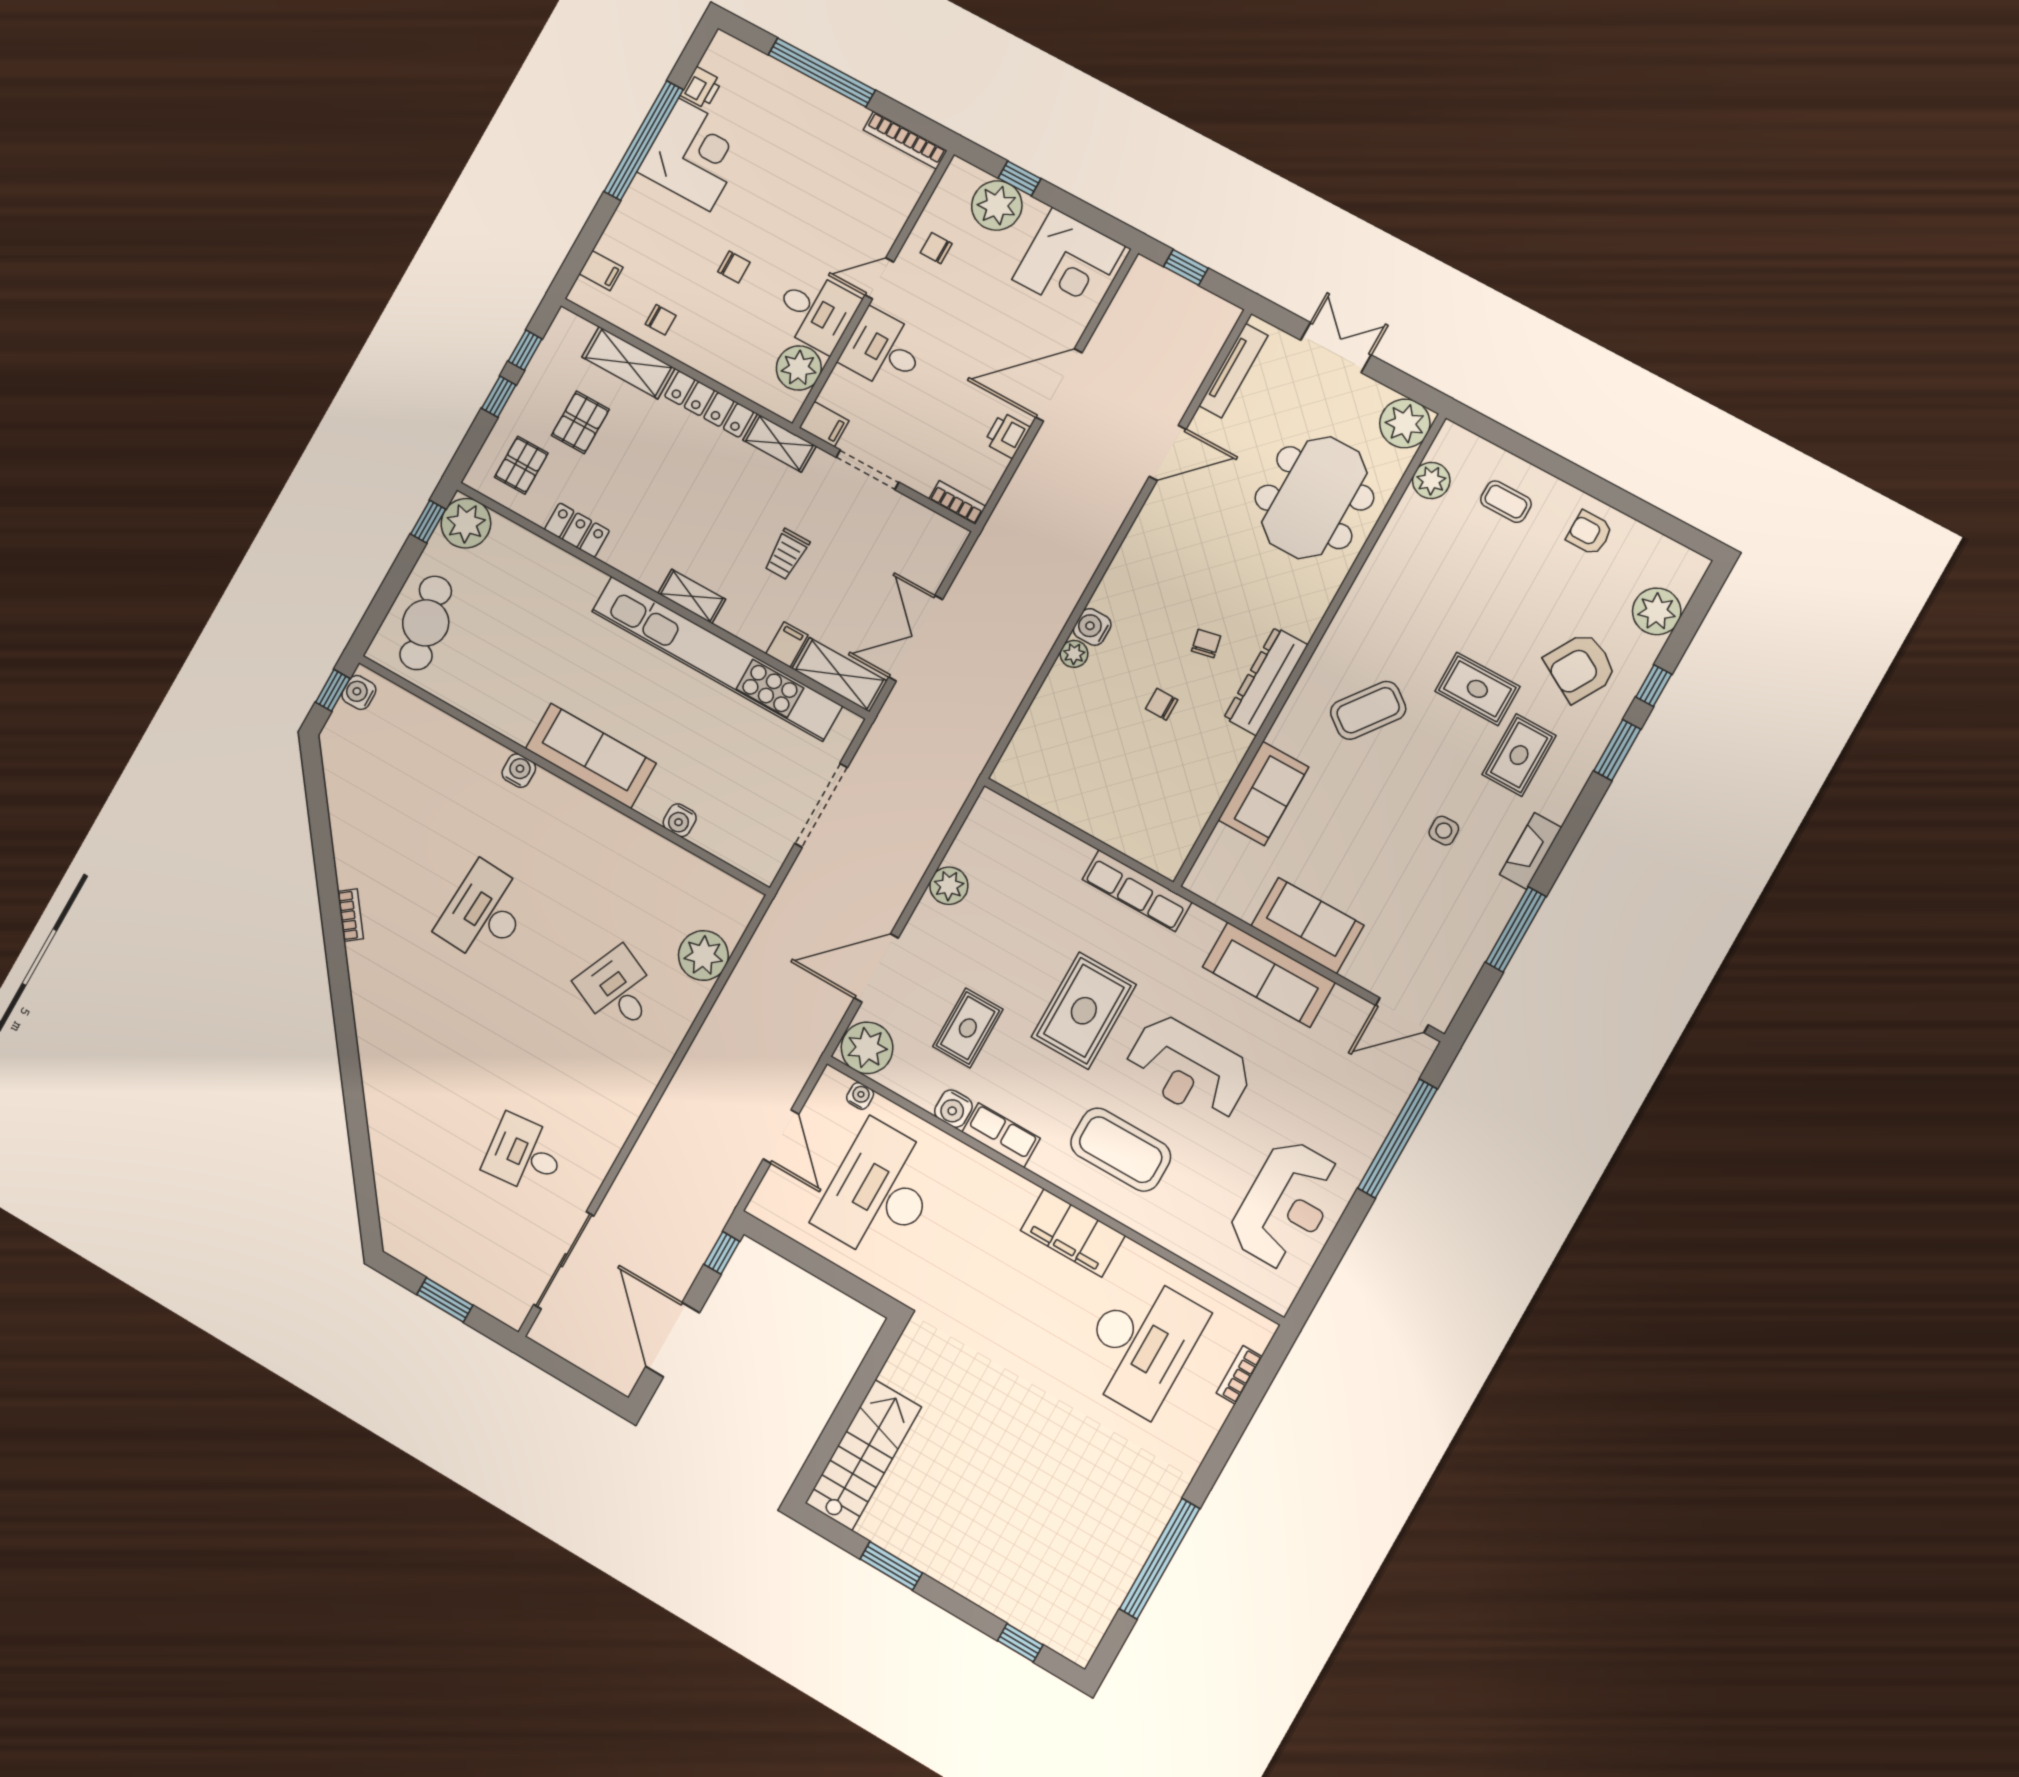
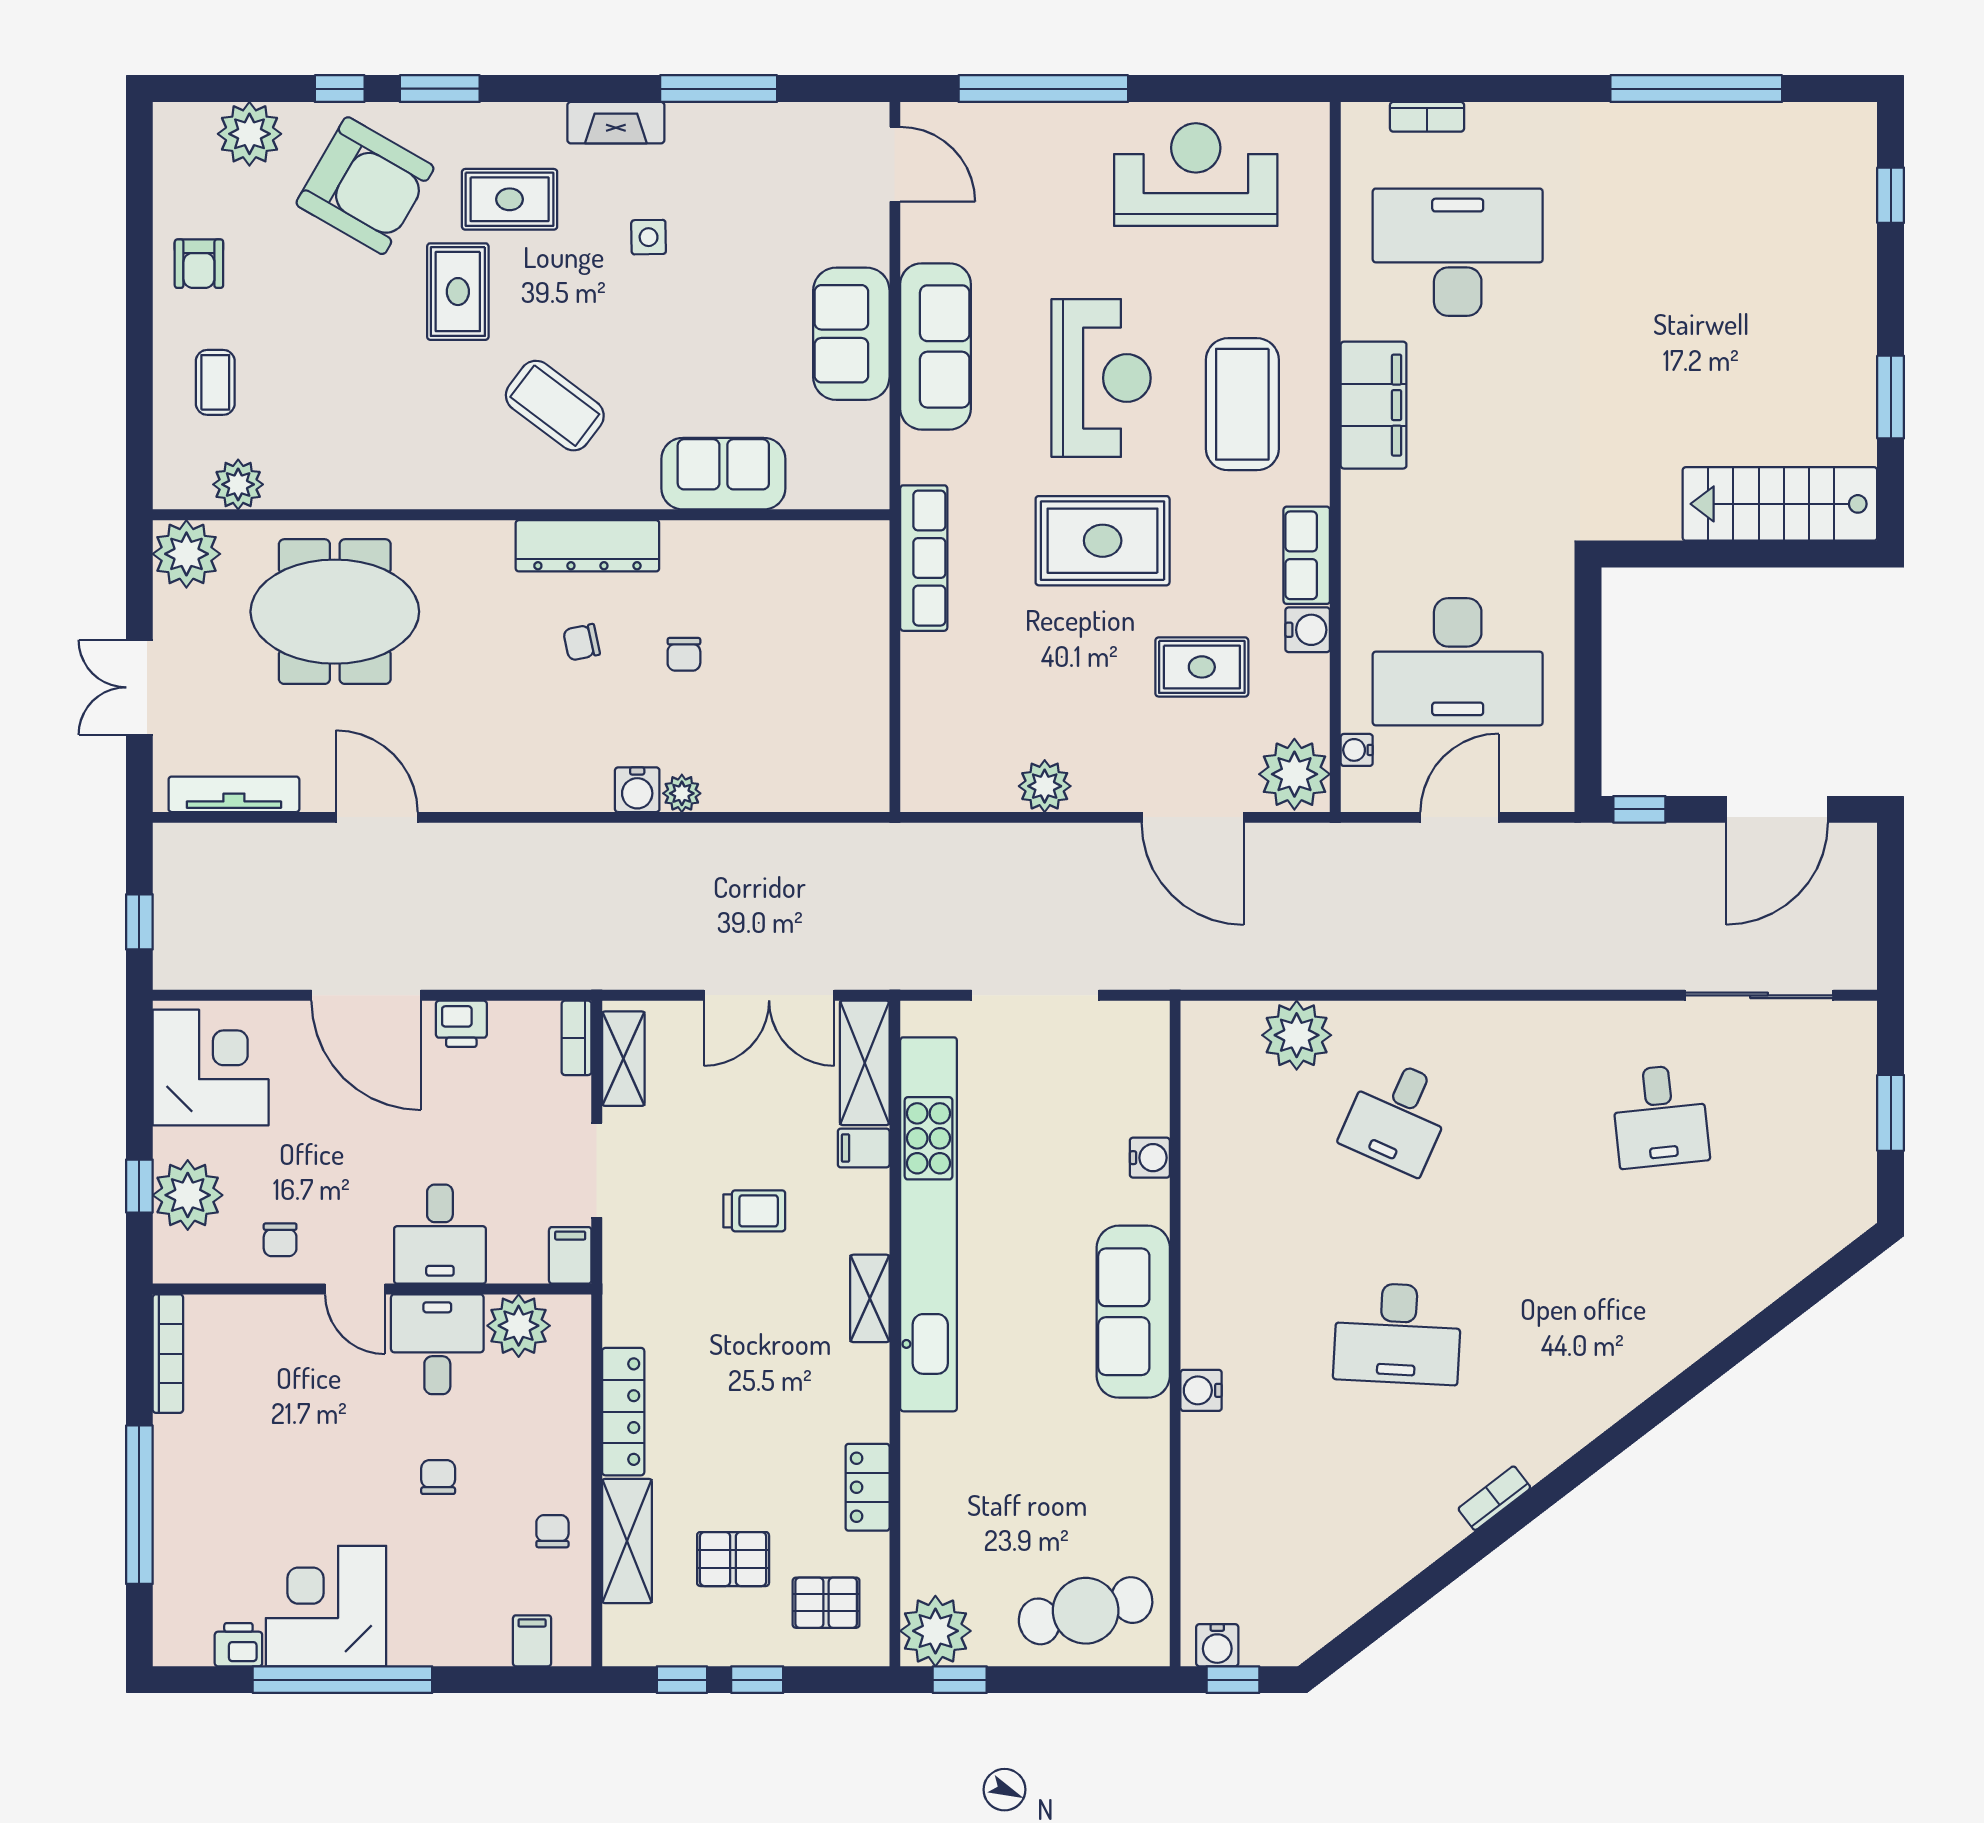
shelving: (779, 443) -> (623, 1059), moved
armchair: (1581, 667) -> (365, 186), width x1.36, depth x1.36

